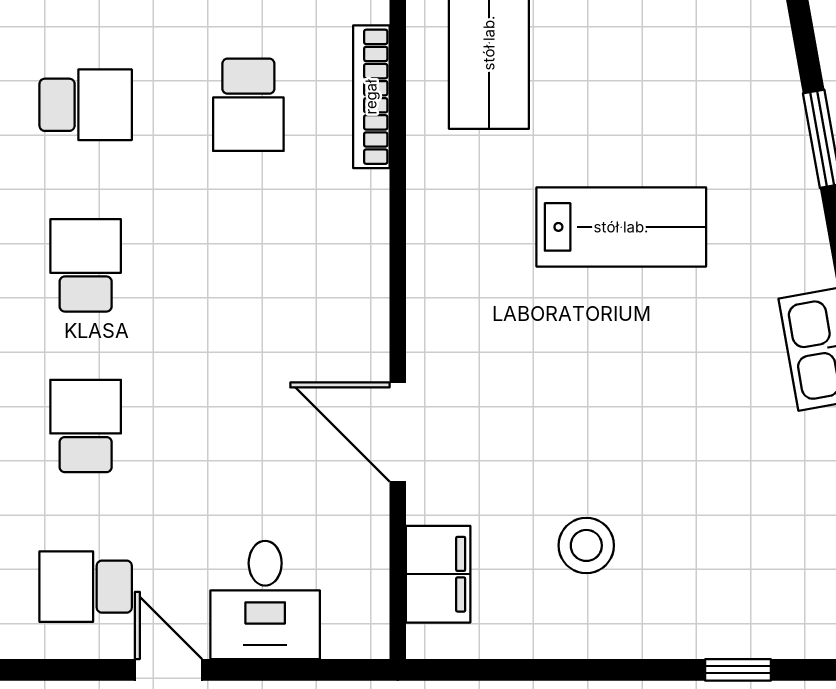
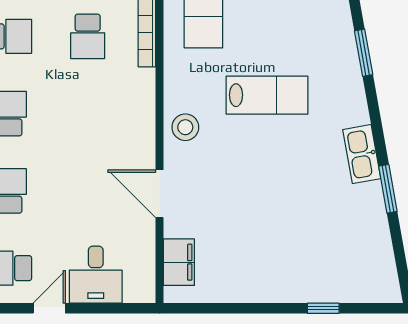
stool: (586, 545) -> (185, 127), moved
door: (169, 670) -> (49, 308), hinge flipped

